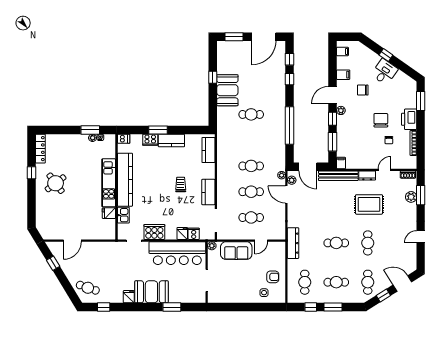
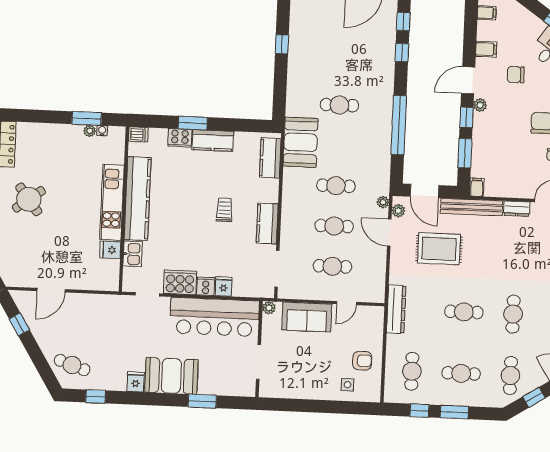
booth: (227, 90) -> (301, 142), moved
rug: (369, 204) -> (439, 249), moved
cooker: (194, 234) -> (206, 286), moved

